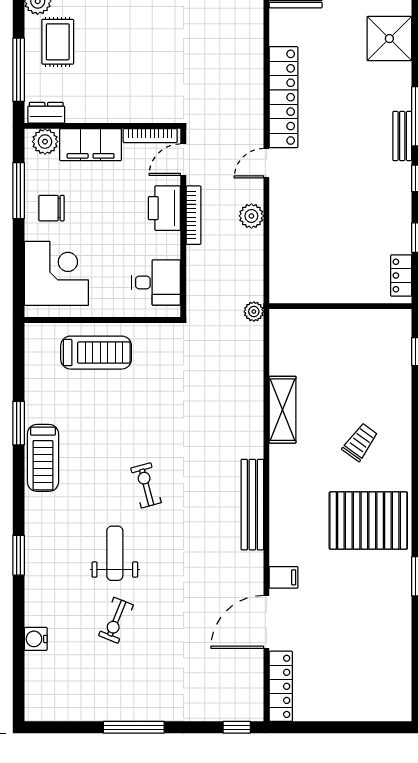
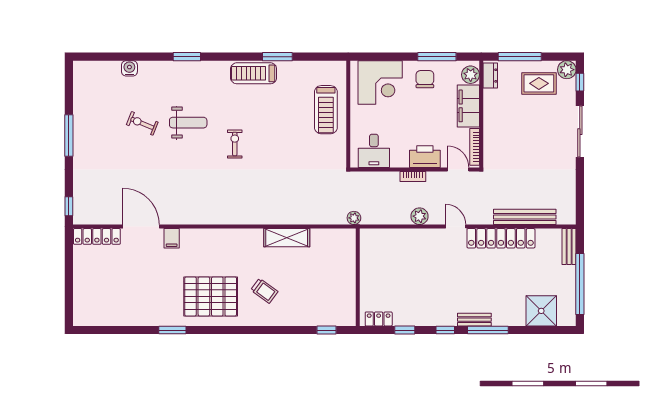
bookcase: (194, 215) -> (413, 177), width x0.64
exercise bike: (146, 485) -> (235, 144), turned -75
bench: (252, 505) -> (525, 217), moved
pallet: (368, 521) -> (211, 296), turned 90

